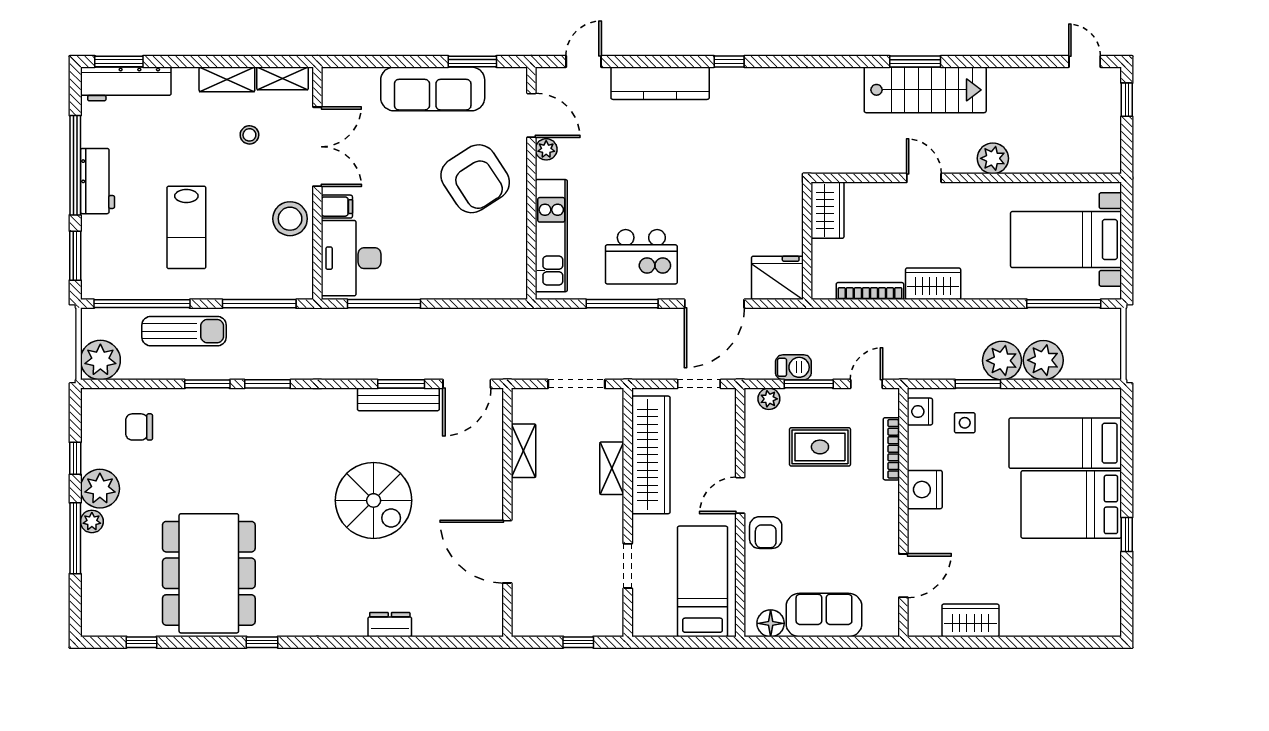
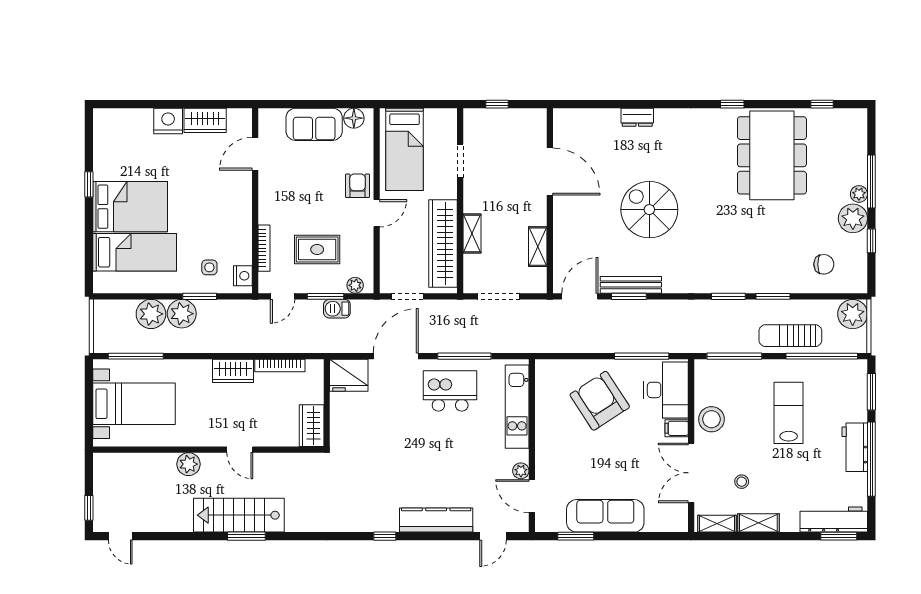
armchair: (475, 179) -> (600, 401), moved
nightstand: (925, 490) -> (168, 121), moved, turned -90

